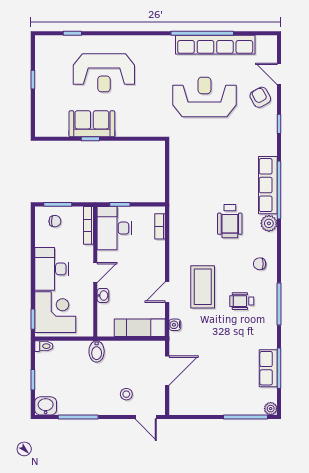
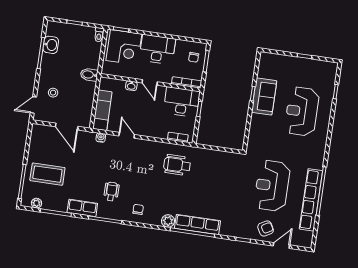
reception desk: (204, 97) -> (272, 186), turned 180
wheelchair: (230, 221) -> (177, 165), moved
coffee table: (203, 287) -> (47, 174), moved
row of seats: (268, 368) -> (82, 208), moved
washbasin: (46, 406) -> (51, 45), moved
plant: (271, 409) -> (37, 203), moved

